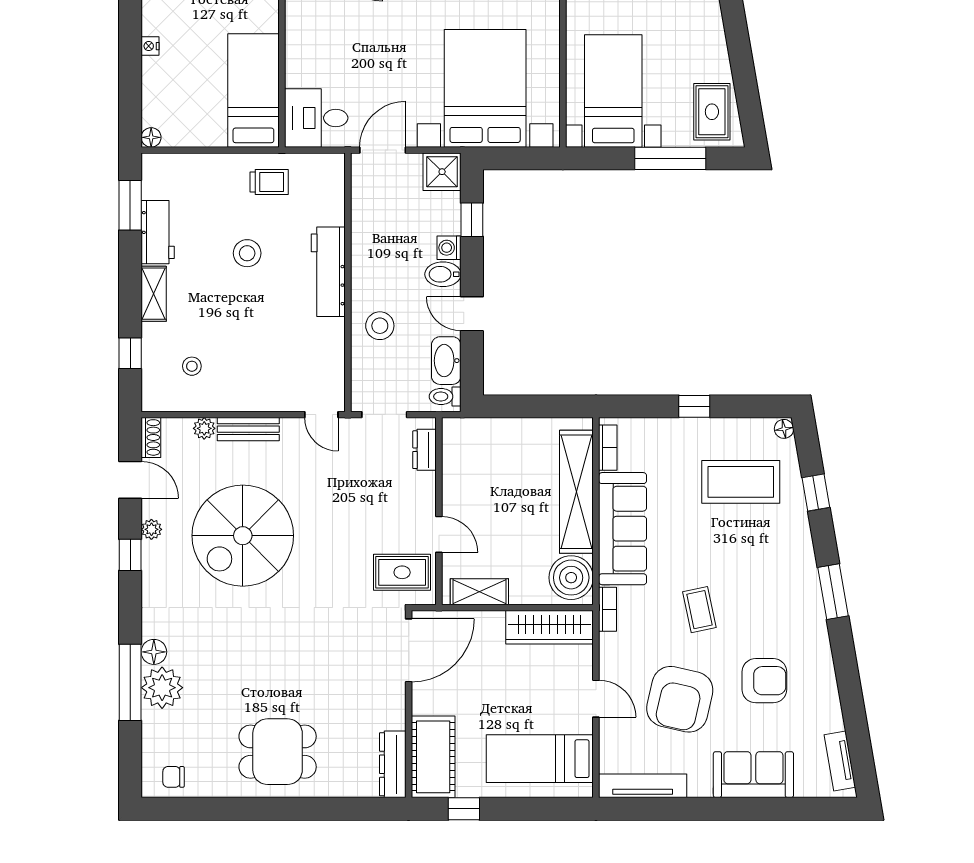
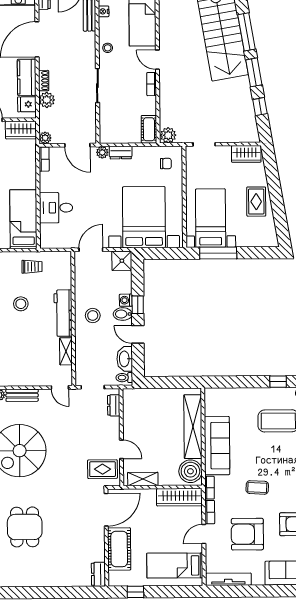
rug: (712, 112) -> (256, 202), moved
desk: (316, 118) -> (56, 208), moved
window: (670, 158) -> (218, 253), moved
window: (472, 220) -> (138, 305), moved
stool: (380, 326) -> (93, 316), moved
shelving: (333, 345) -> (66, 351), added
window: (694, 406) -> (278, 382), moved
bookcase: (608, 448) -> (210, 512), moved
coffee table: (699, 610) -> (257, 487), turned -75
door: (596, 699) -> (204, 534), swing flipped
armchair: (680, 699) -> (247, 534), turned 77
dining table: (278, 752) -> (25, 527), moved, turned 90
cot: (433, 757) -> (119, 549), moved
dresser: (393, 764) -> (98, 574), width x0.70

